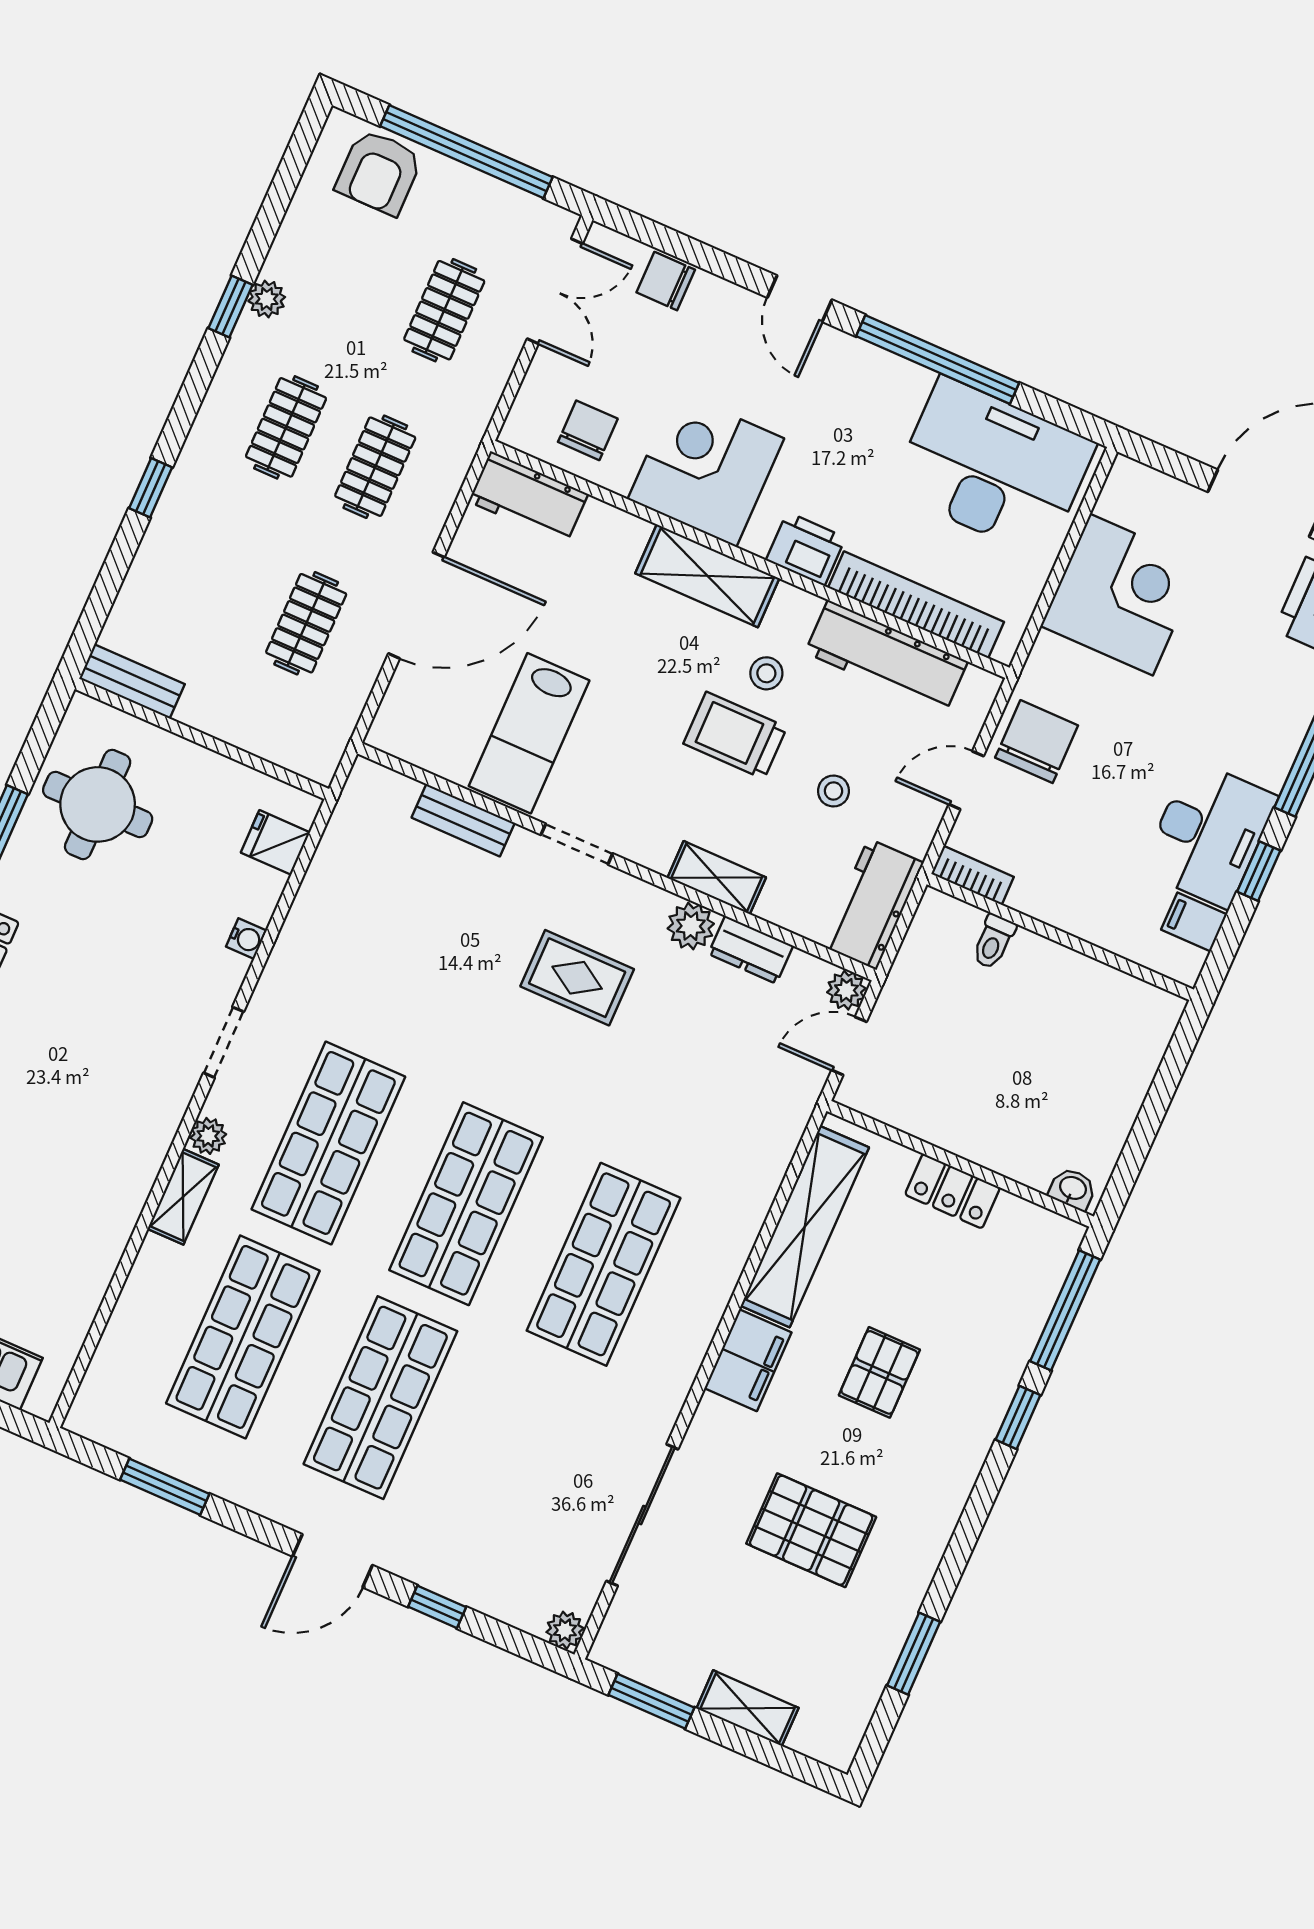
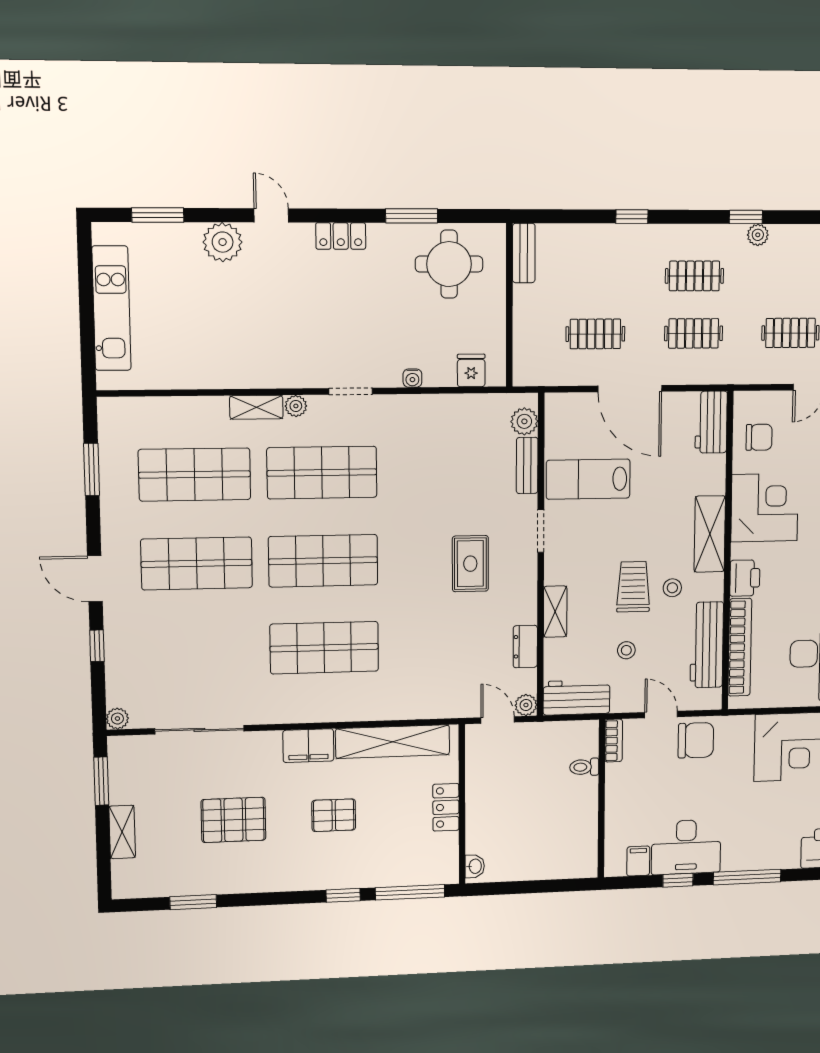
plant: (691, 926) -> (524, 421), moved
pallet: (811, 1530) -> (233, 820), turned 90

